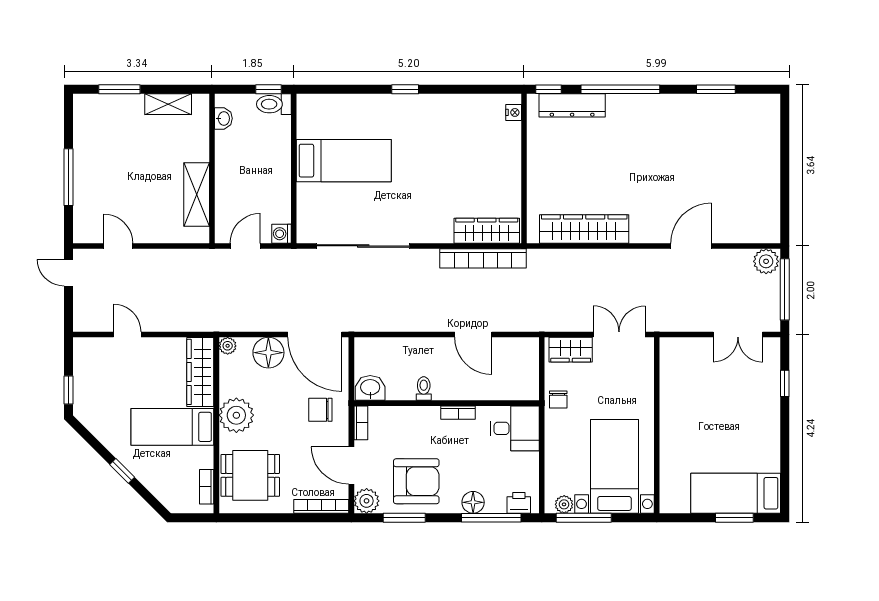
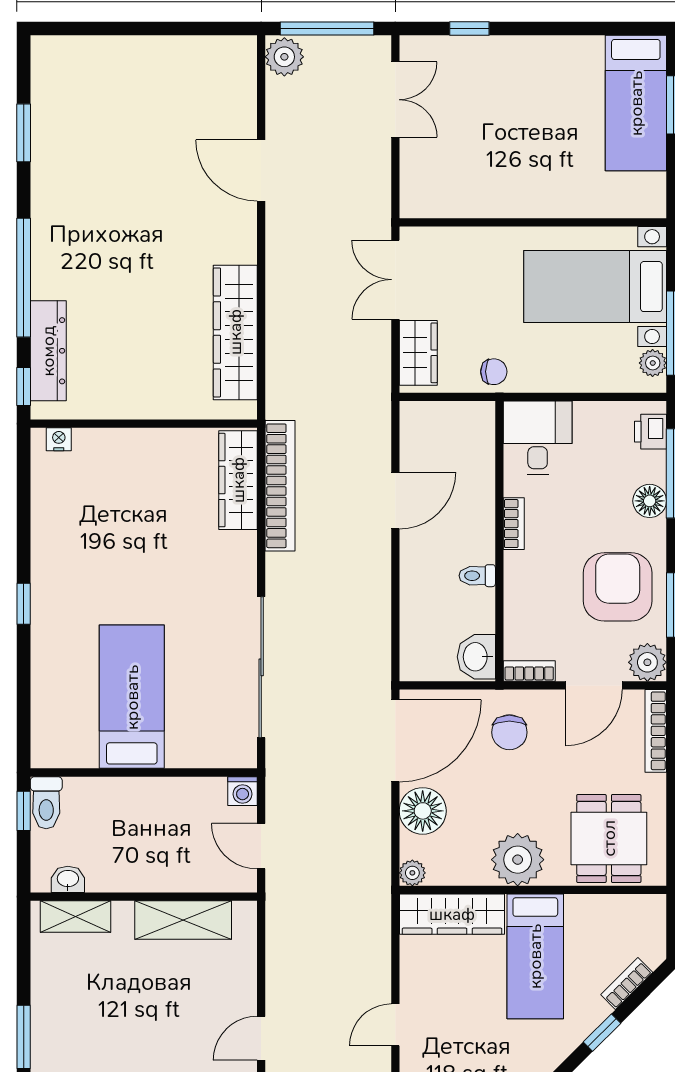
shelving: (168, 104) -> (75, 916), moved, turned 90
bookcase: (207, 487) -> (627, 983), moved, turned 135

